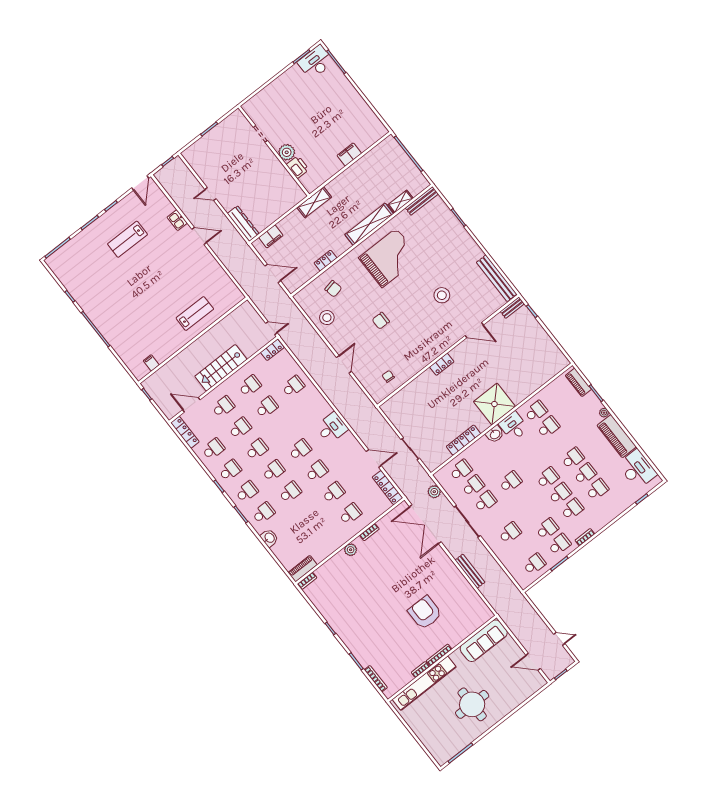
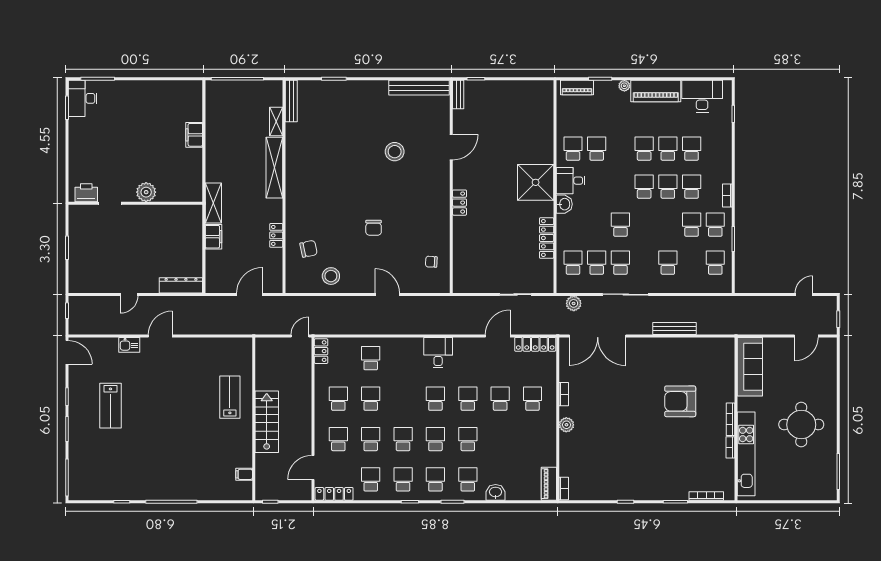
printer: (298, 167) -> (86, 193), moved
filing cabinet: (271, 236) -> (213, 237), moved
grand piano: (389, 258) -> (321, 173), removed
stairs: (221, 368) -> (267, 422), moved, turned 180

